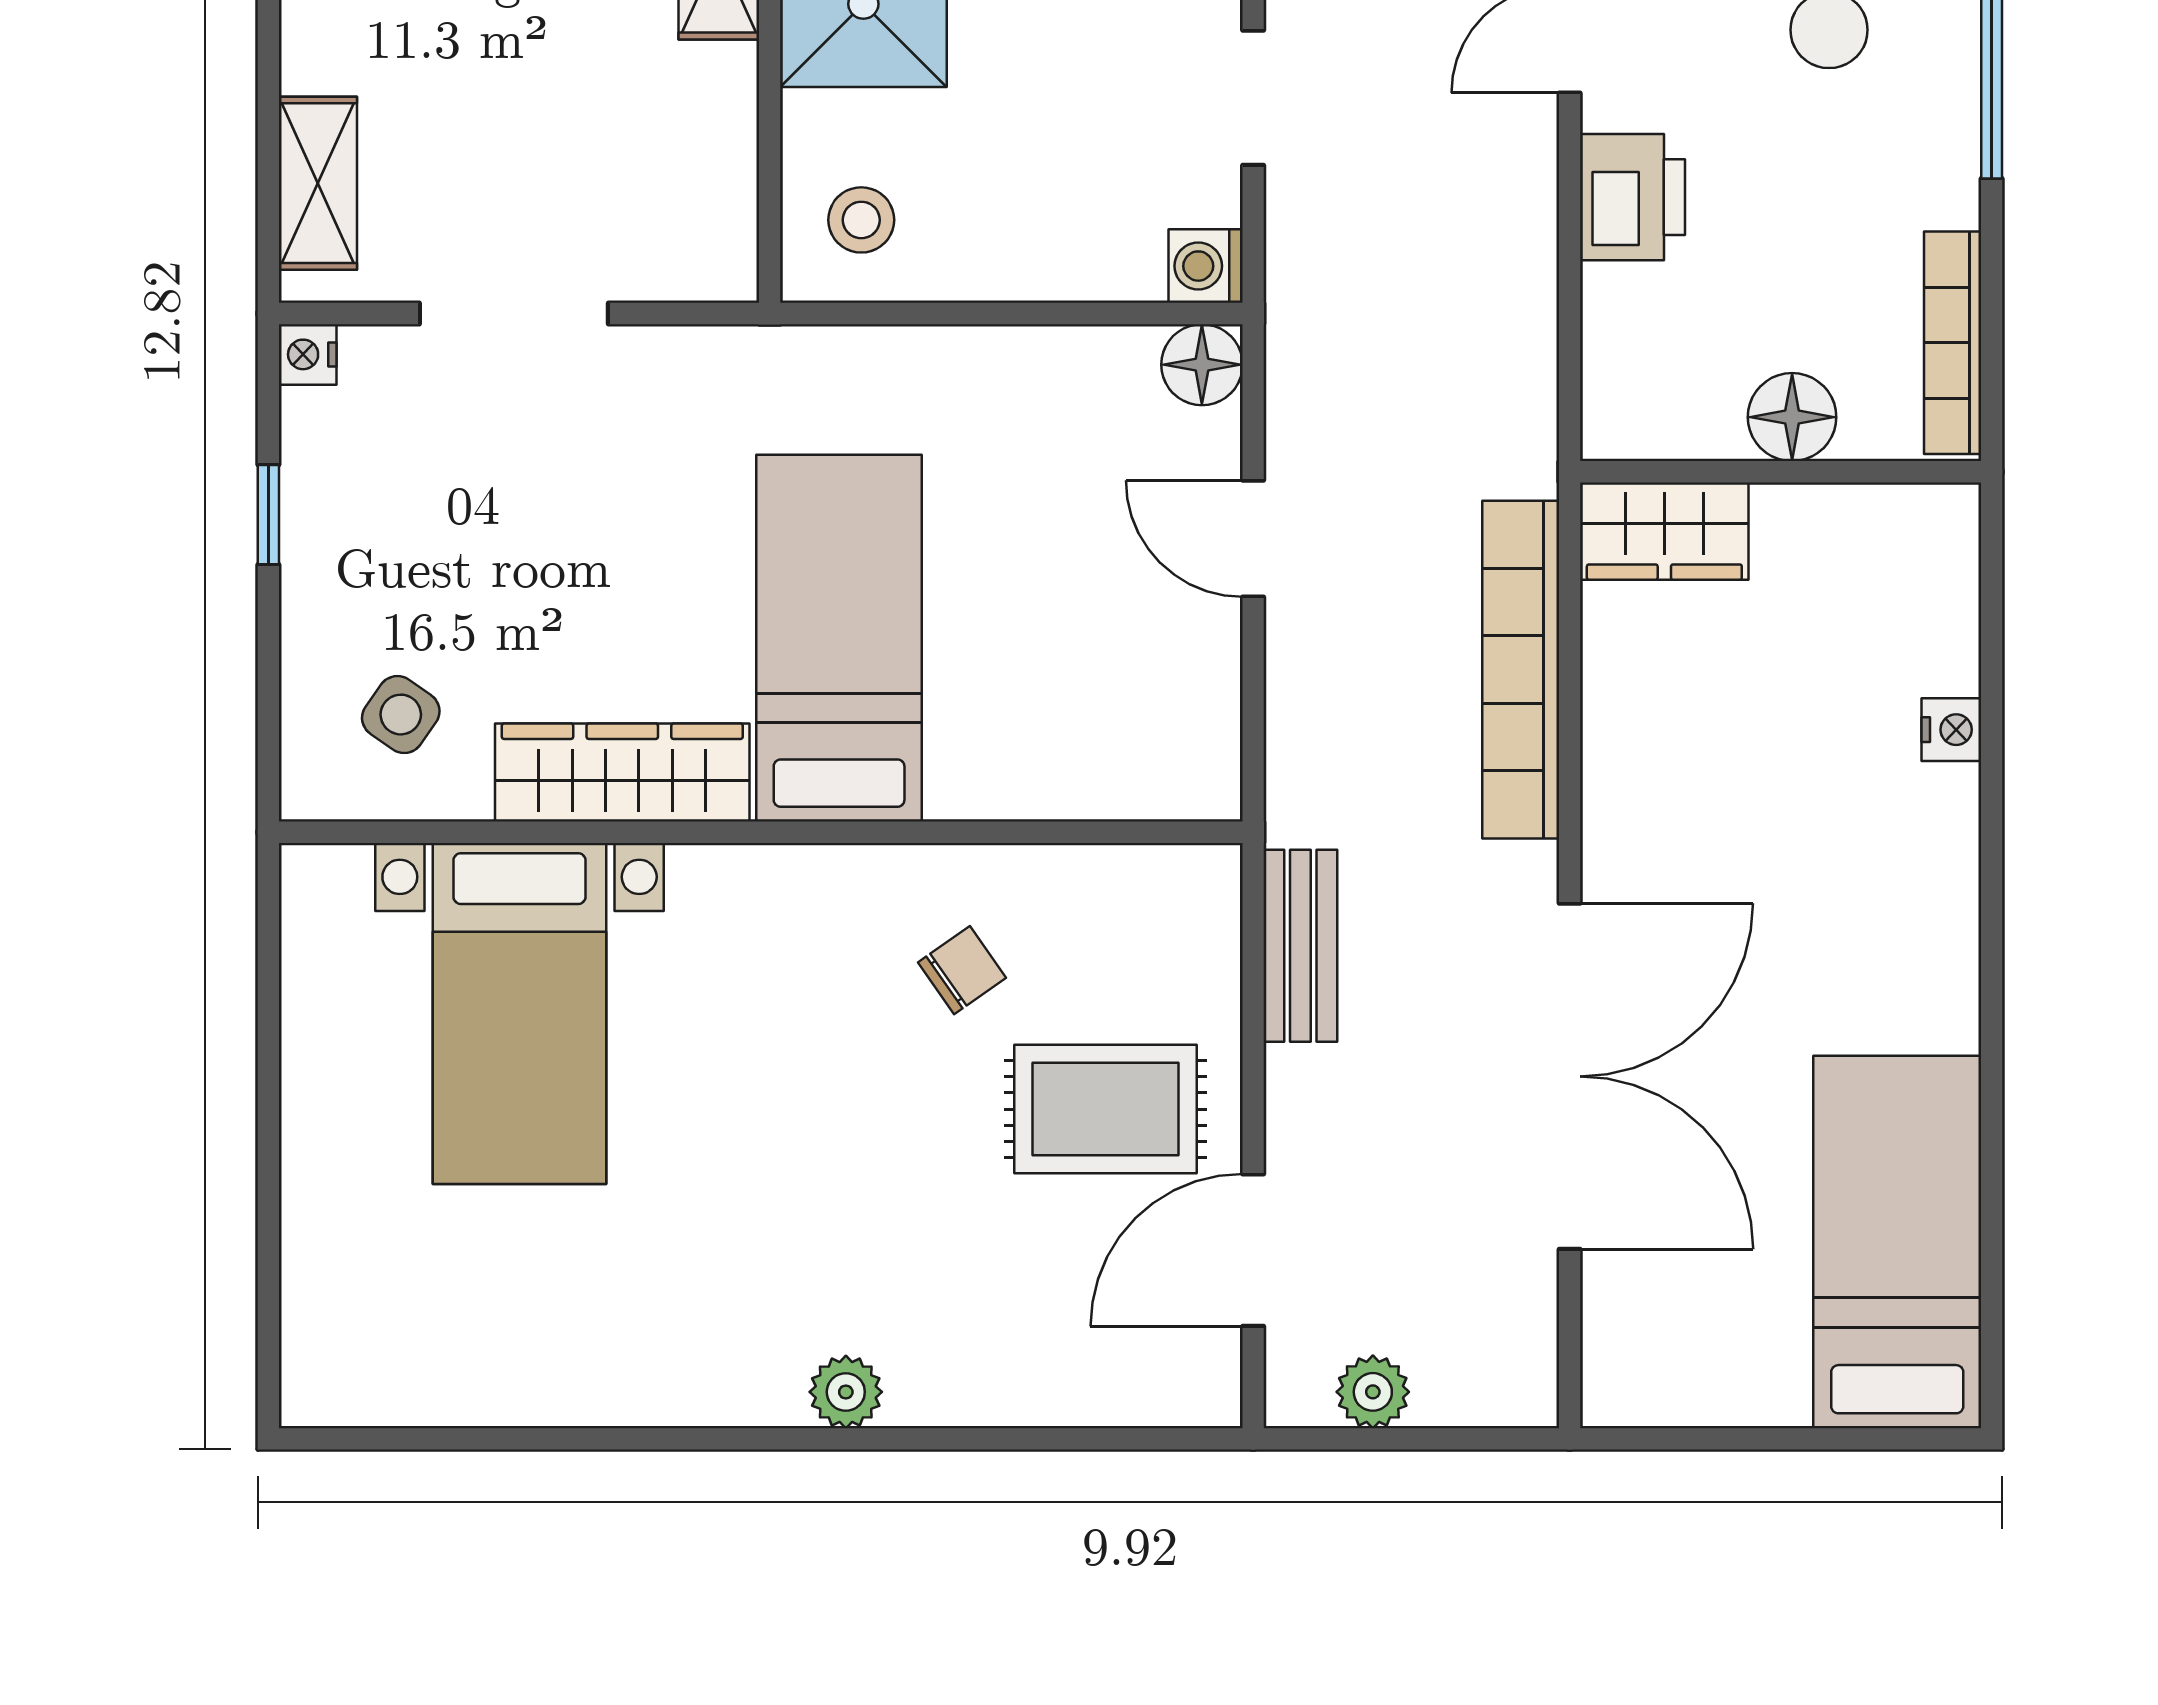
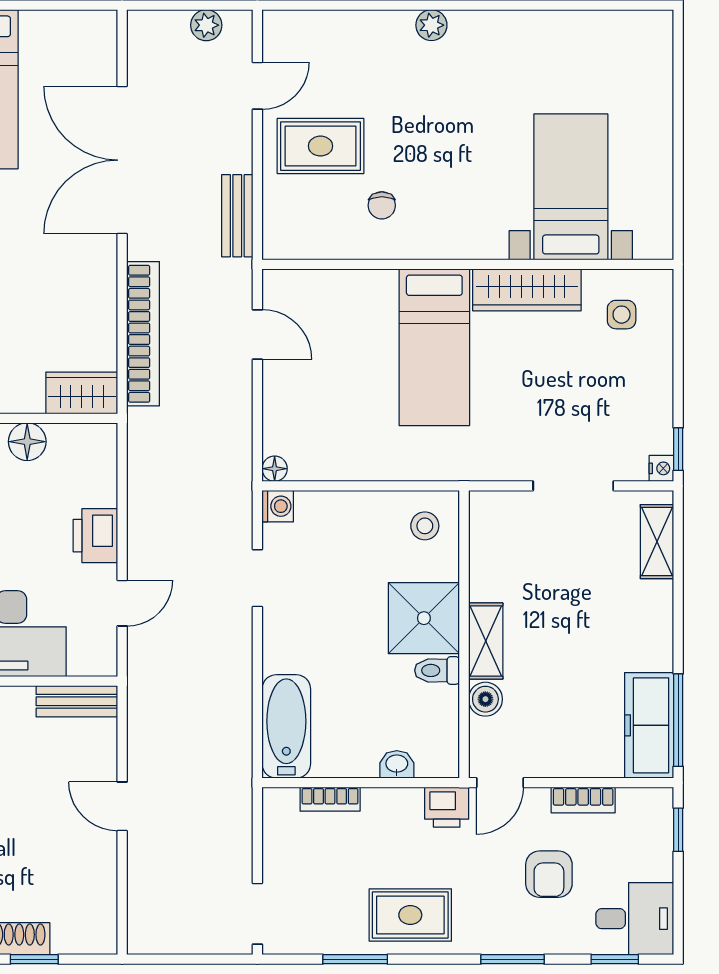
floor lamp: (1202, 365) -> (275, 469), width x0.73, depth x0.73
window: (268, 515) -> (678, 449), moved
door: (1253, 539) -> (257, 334), moved
side table: (401, 715) -> (622, 315), turned -35
chair: (962, 970) -> (382, 205), turned -55
door: (1253, 1250) -> (257, 86), width x0.73

